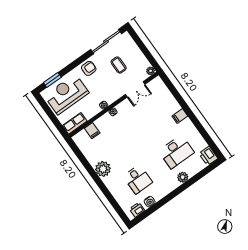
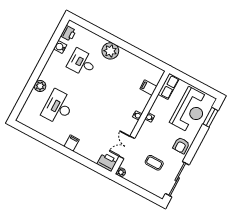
printer: (208, 156) -> (107, 162), moved
plant: (103, 169) -> (110, 51), moved

